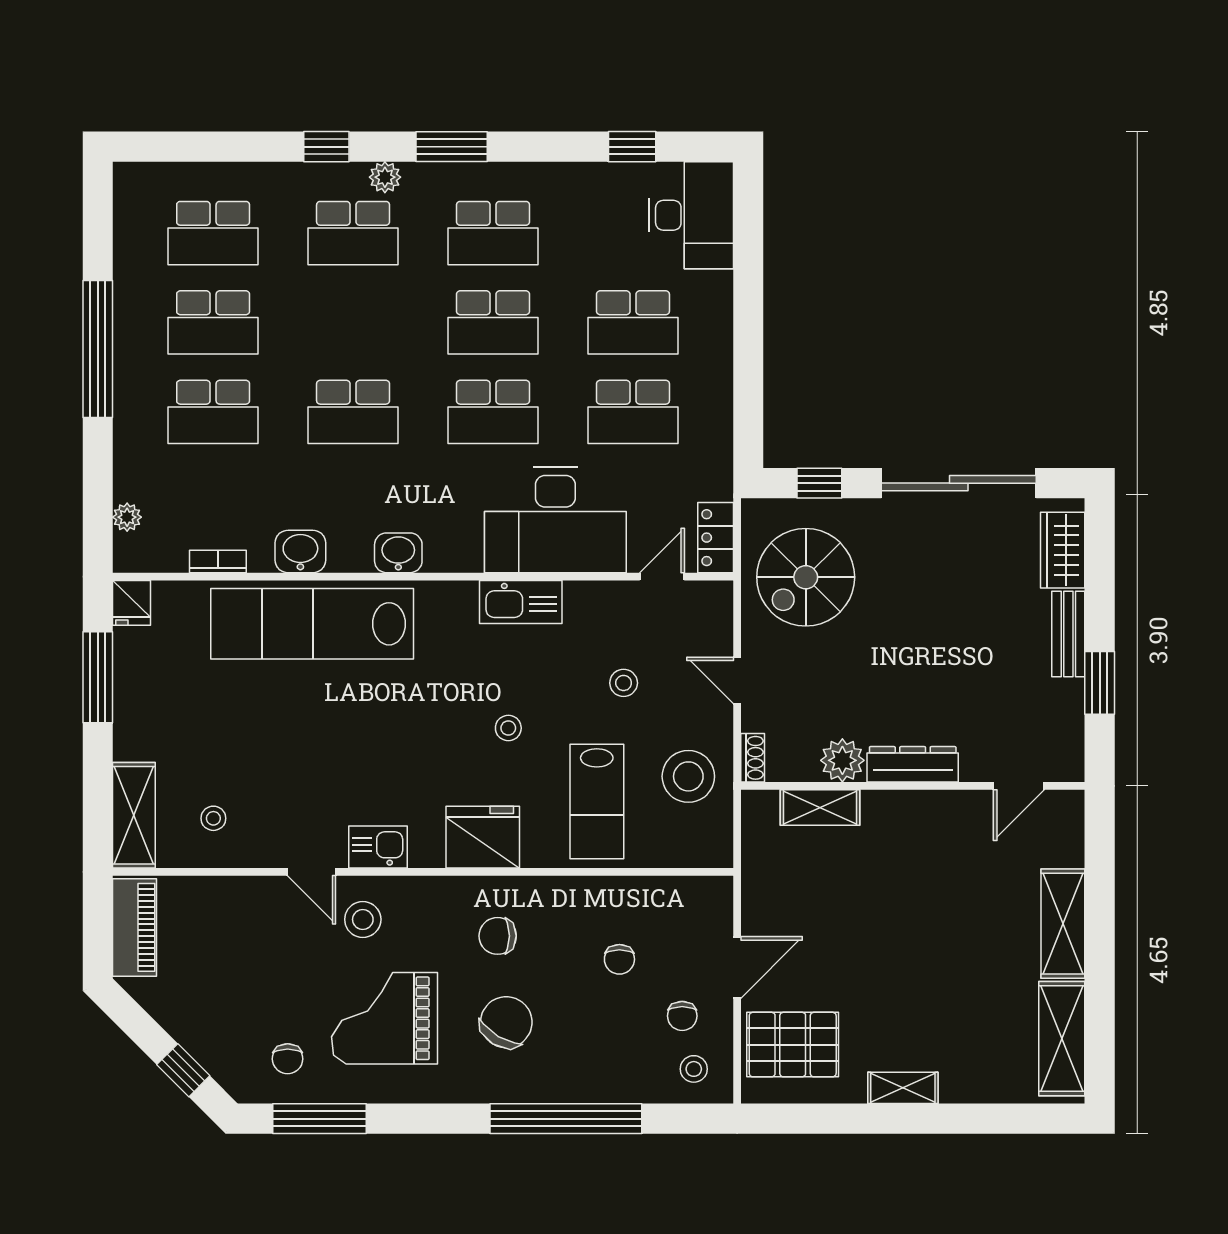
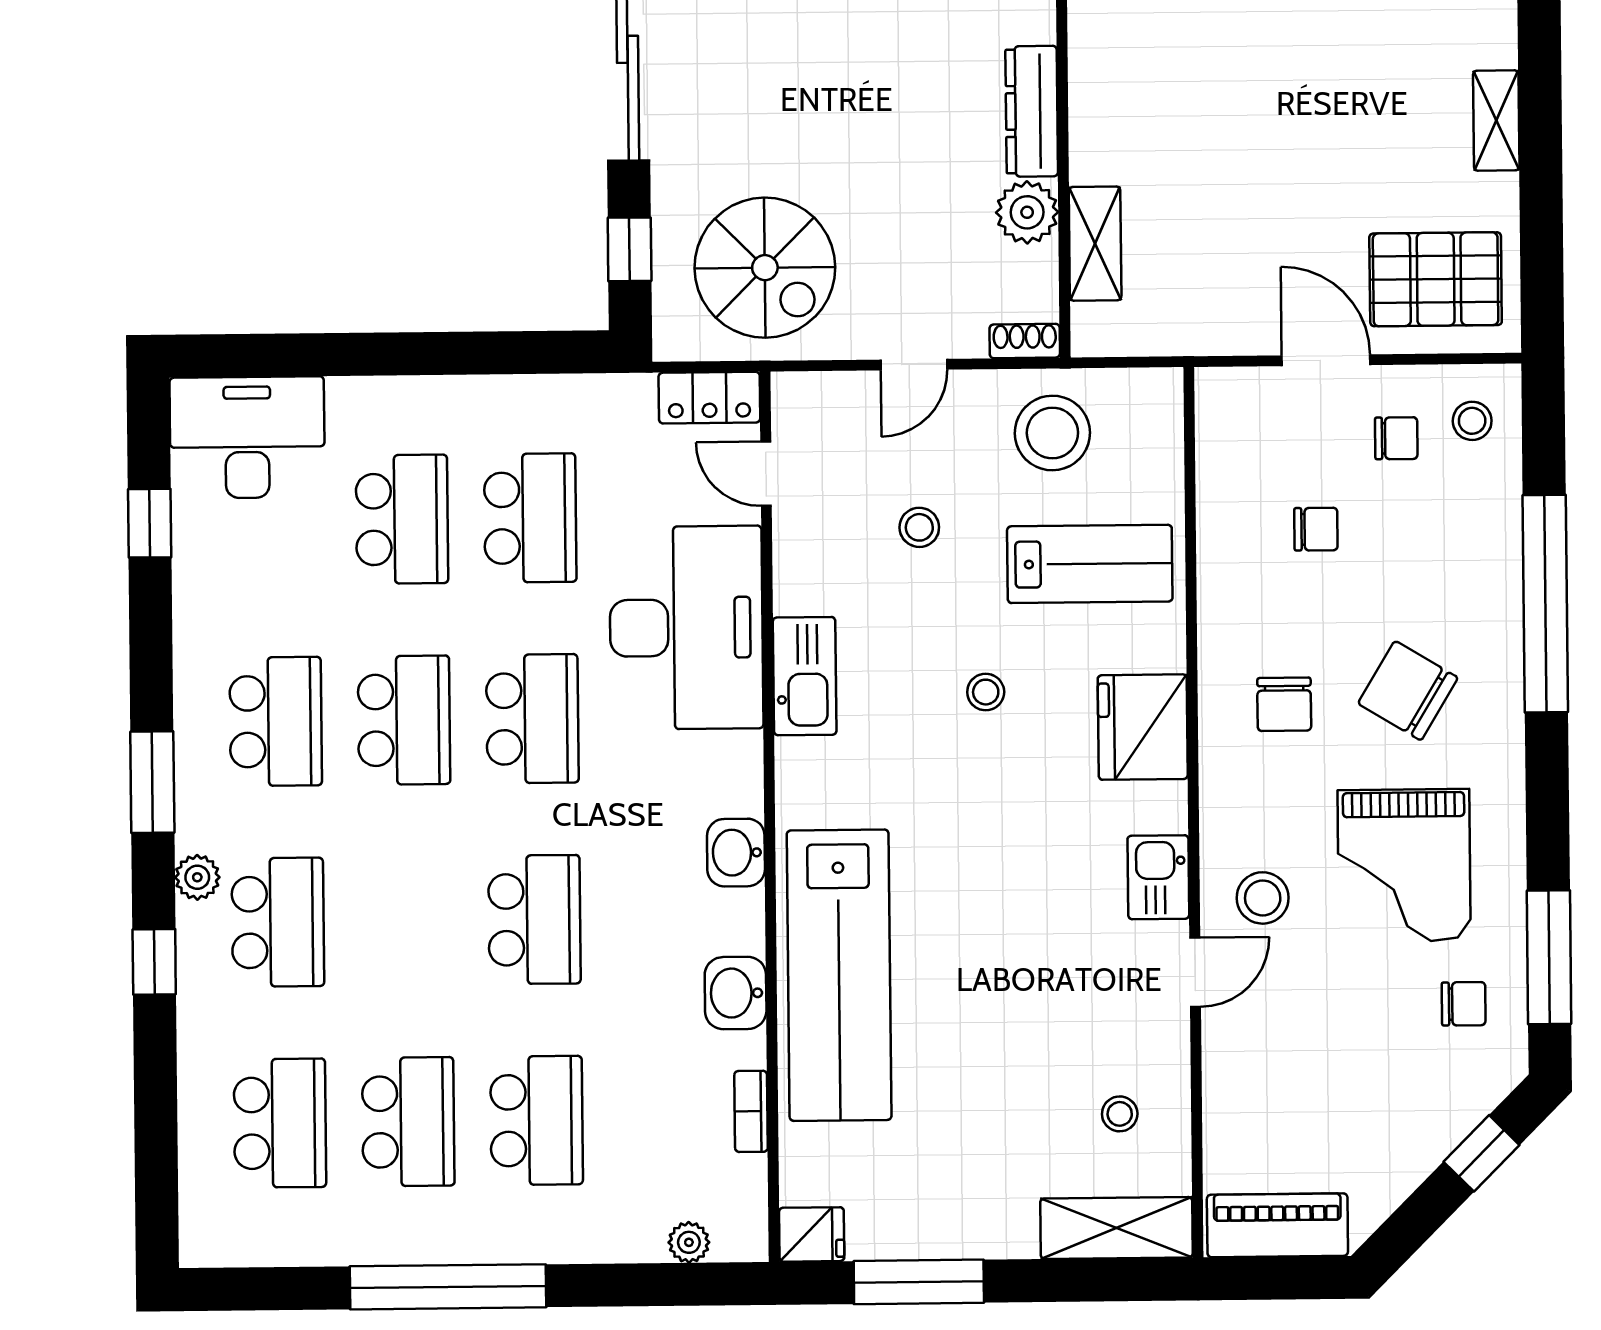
pallet: (793, 1045) -> (1436, 279), turned 90

